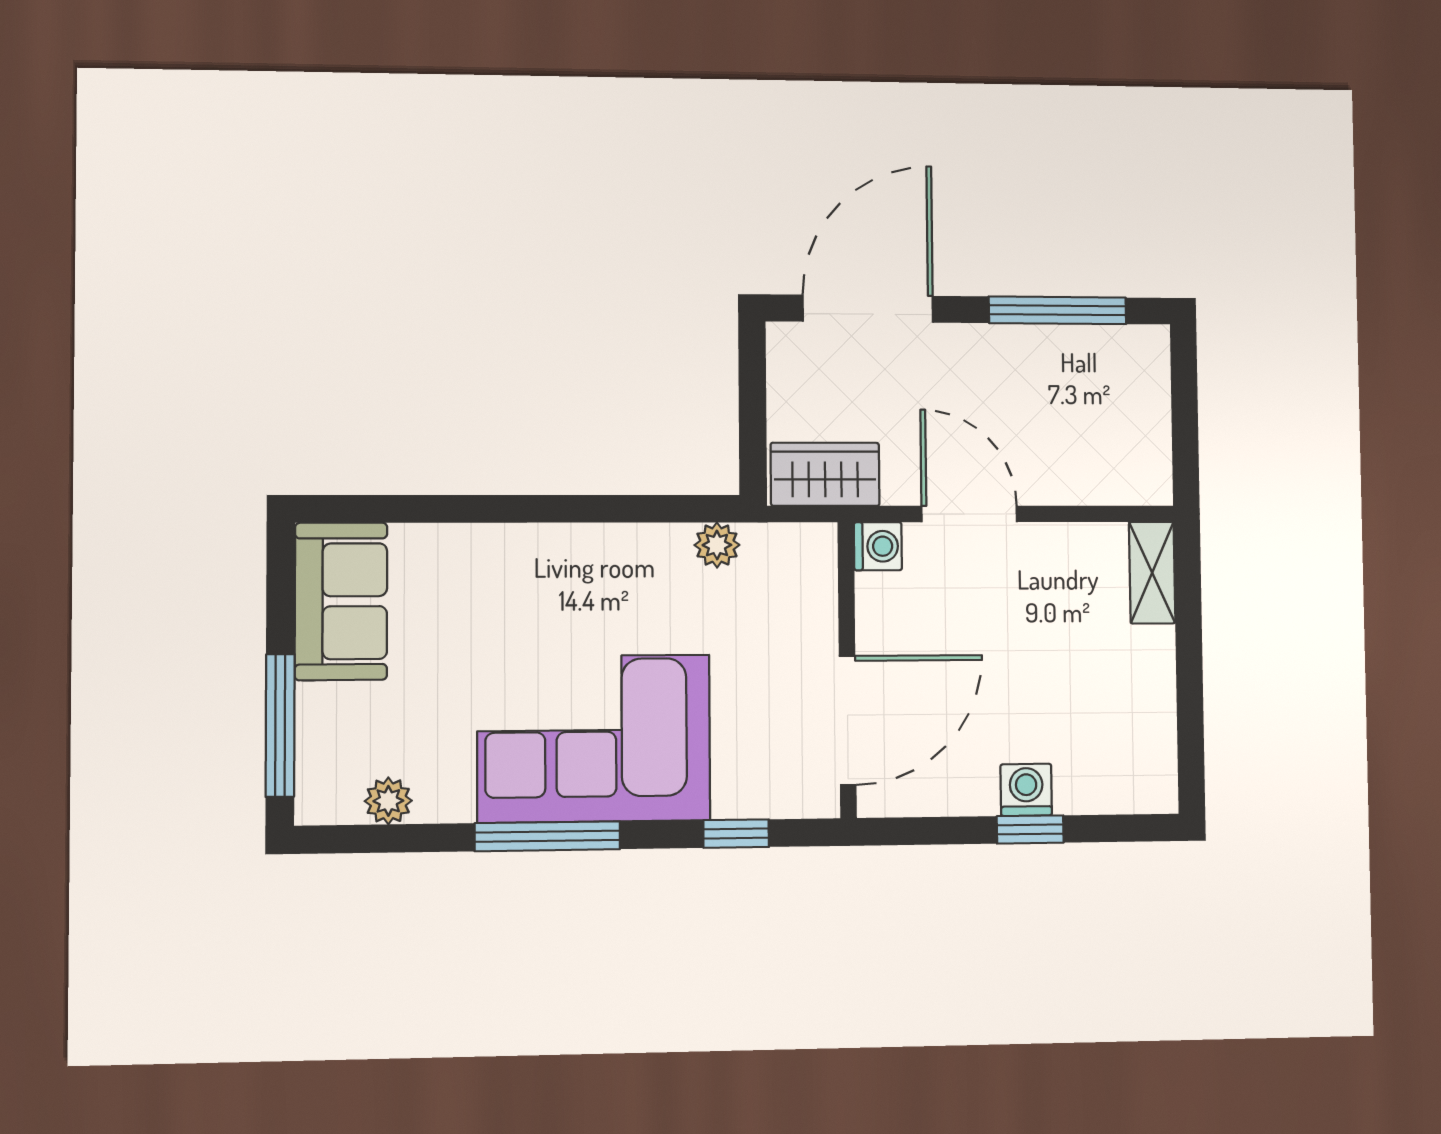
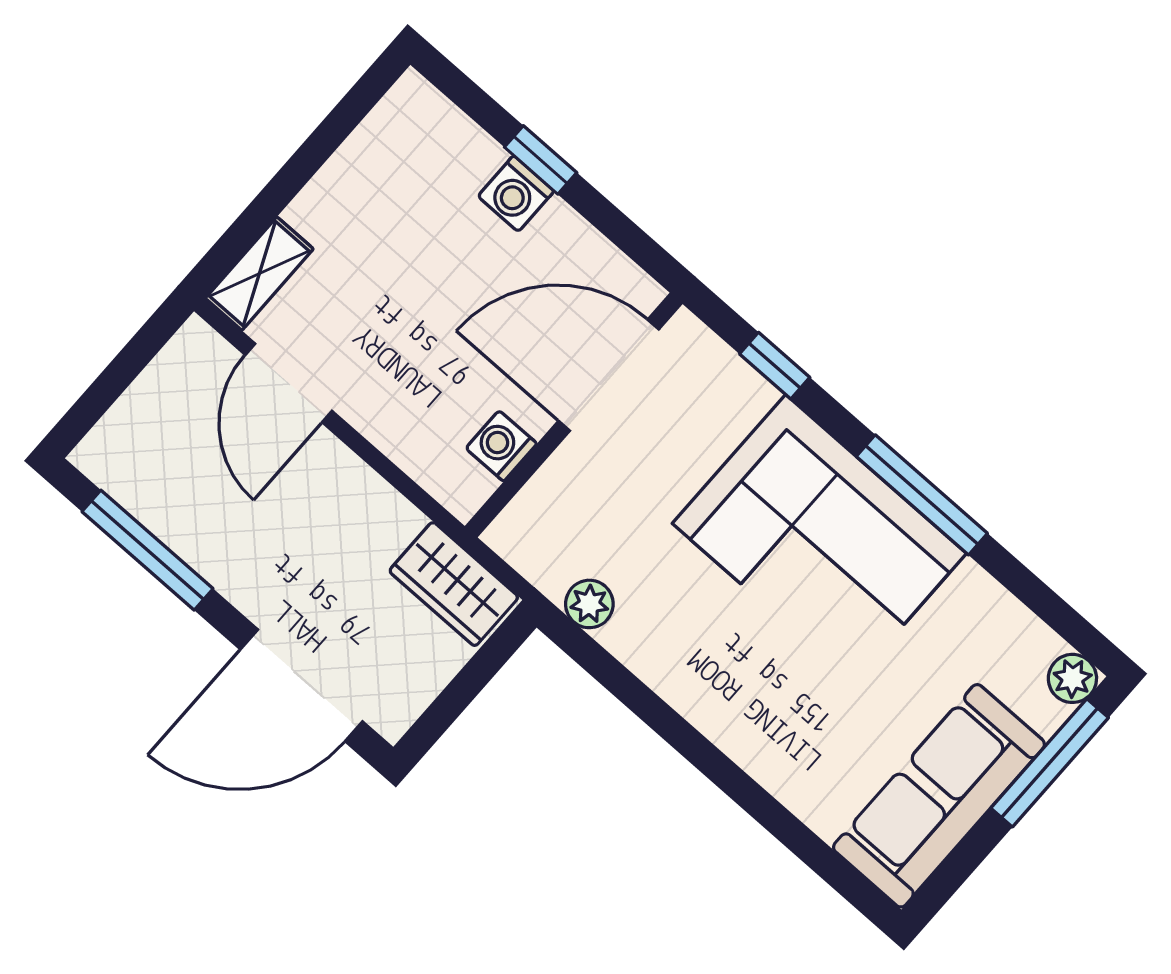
door: (969, 514) -> (289, 383), moved
washing machine: (878, 546) -> (501, 446), moved
sofa: (341, 601) -> (939, 796), width x1.36
plant: (388, 801) -> (1072, 678), moved

